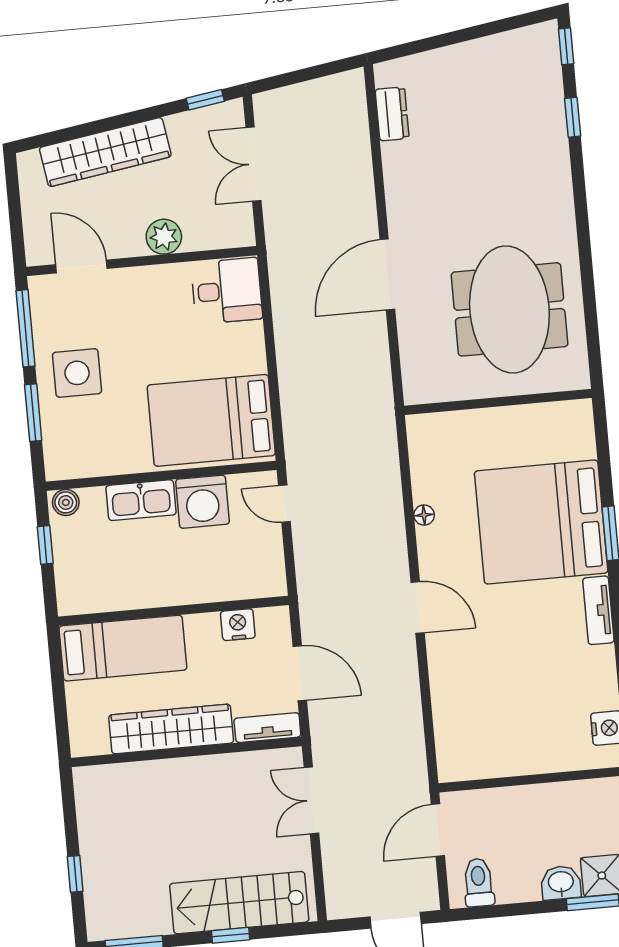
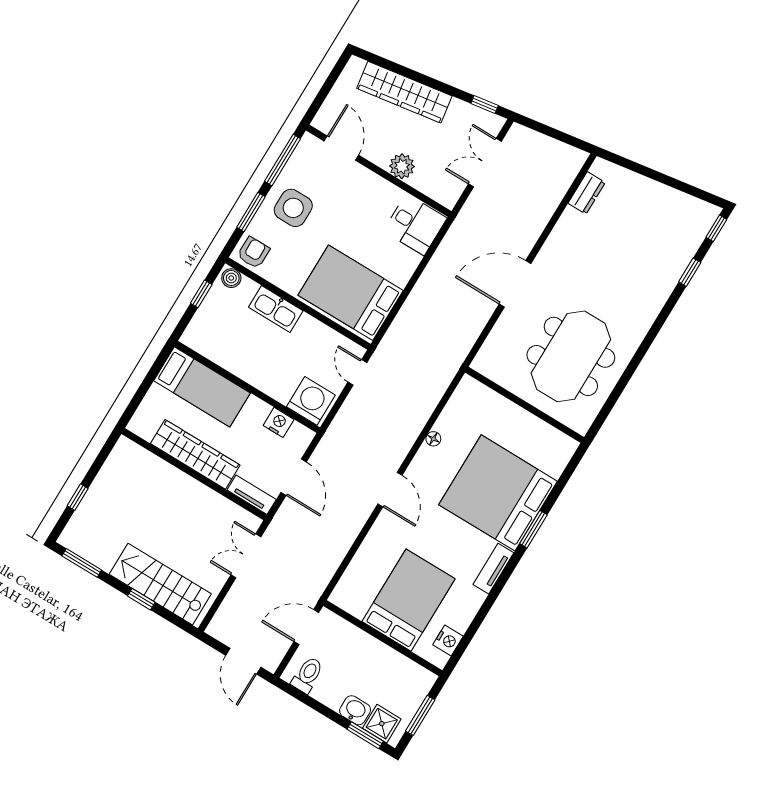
armchair: (69, 456) -> (253, 253), added
washing machine: (202, 502) -> (311, 401), moved, turned 180
bed: (530, 716) -> (408, 600), added

